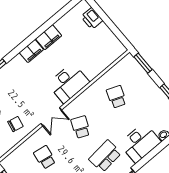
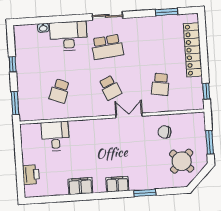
filing cabinet: (31, 51) -> (117, 184), moved
desk: (68, 83) -> (55, 136), moved, width x0.73
school desk: (81, 127) -> (110, 88), turned -48

